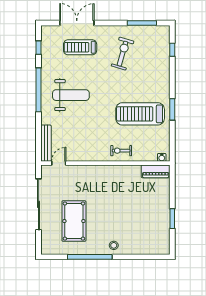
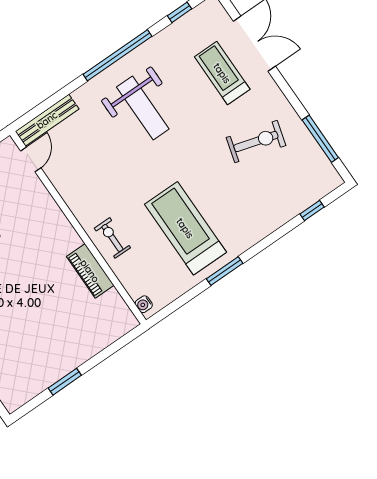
door: (59, 163) -> (31, 159), hinge flipped
piano: (156, 171) -> (90, 271), moved

